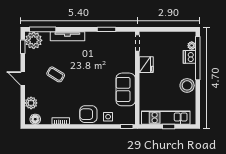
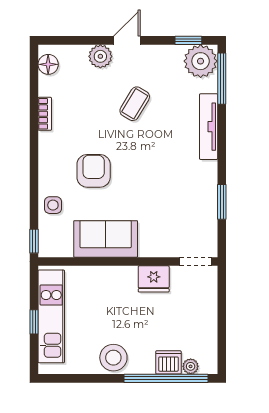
plant: (31, 103) -> (100, 56), moved
armchair: (88, 114) -> (94, 171), moved

